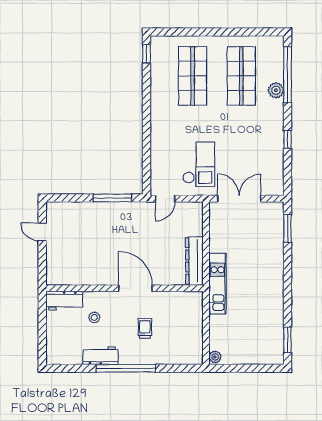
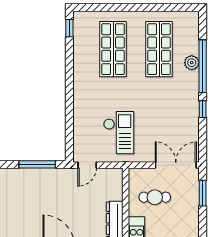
window: (288, 75) -> (203, 66), moved
double door: (239, 199) -> (176, 165), moved
cafe table: (237, 233) -> (155, 197), added

